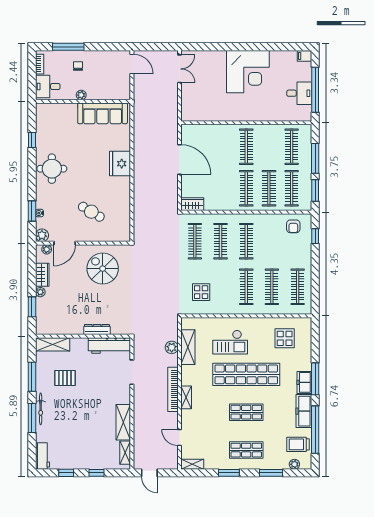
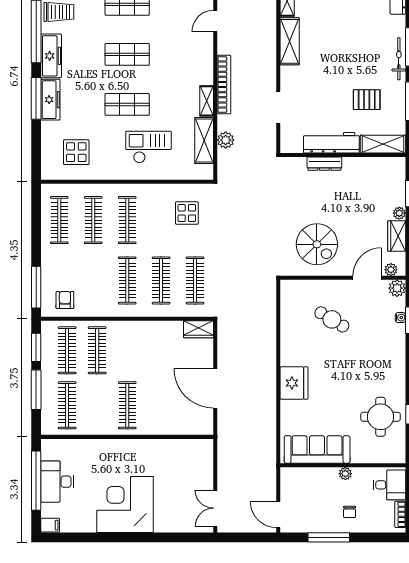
window: (68, 47) -> (329, 537), moved
desk: (299, 93) -> (57, 482), width x1.37
round table: (52, 169) -> (381, 417), moved
clothes rail: (246, 188) -> (127, 350), removed
window: (315, 236) -> (36, 287), width x2.17
workbench: (109, 345) -> (331, 143), moved
shop shelf: (246, 374) -> (127, 104), width x0.50, depth x0.74
freezer: (304, 382) -> (50, 100), width x1.40
shelving: (186, 397) -> (207, 101), moved
door: (179, 437) -> (215, 21), swing flipped

